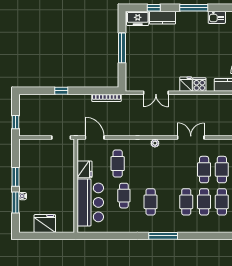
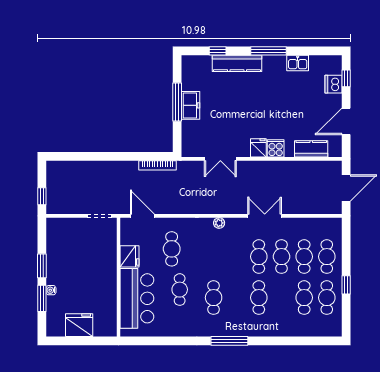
freezer: (138, 18) -> (191, 105), moved, turned -90
kitchen counter: (163, 18) -> (237, 63), width x1.50
window: (61, 91) -> (100, 156), removed
cafe table: (204, 202) -> (259, 257), moved

